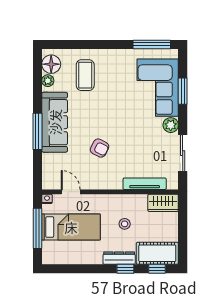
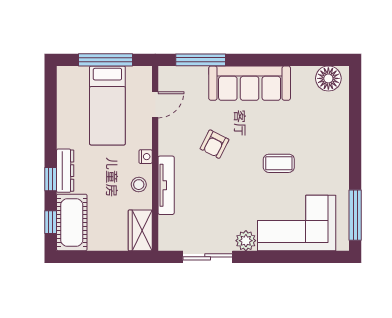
coffee table: (85, 75) -> (279, 163), moved, width x0.73, depth x0.77
plant: (48, 81) -> (306, 74), removed
window: (183, 91) -> (292, 257), removed
window: (37, 131) -> (201, 60), moved
tv unit: (145, 184) -> (166, 185), moved
nightstand: (47, 199) -> (146, 157), moved
stool: (125, 224) -> (139, 185), moved

